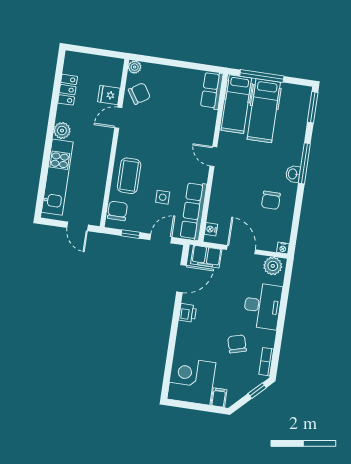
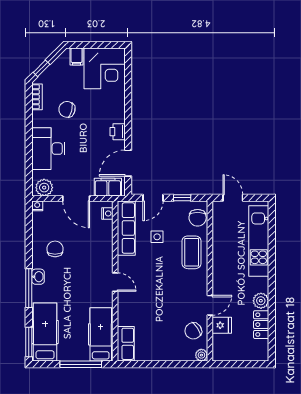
hospital bed: (264, 111) -> (45, 332), moved
plant: (62, 131) -> (261, 301), moved
chair: (237, 344) -> (67, 109), turned 120

